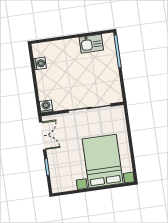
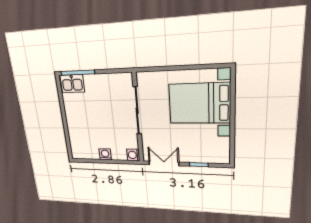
kitchen sink: (91, 44) -> (72, 84), moved, turned 90
washing machine: (40, 63) -> (105, 154), moved

